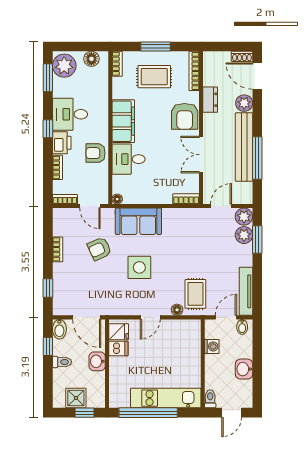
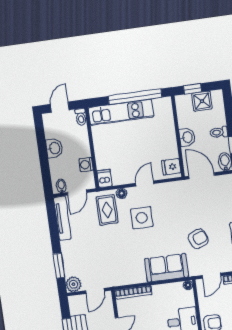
bookcase: (186, 199) -> (133, 292), width x1.56
door: (90, 206) -> (211, 276), swing flipped
plant: (244, 235) -> (71, 268), removed
side table: (139, 267) -> (142, 218), moved
dishwasher: (118, 348) -> (105, 178), moved, turned 90

